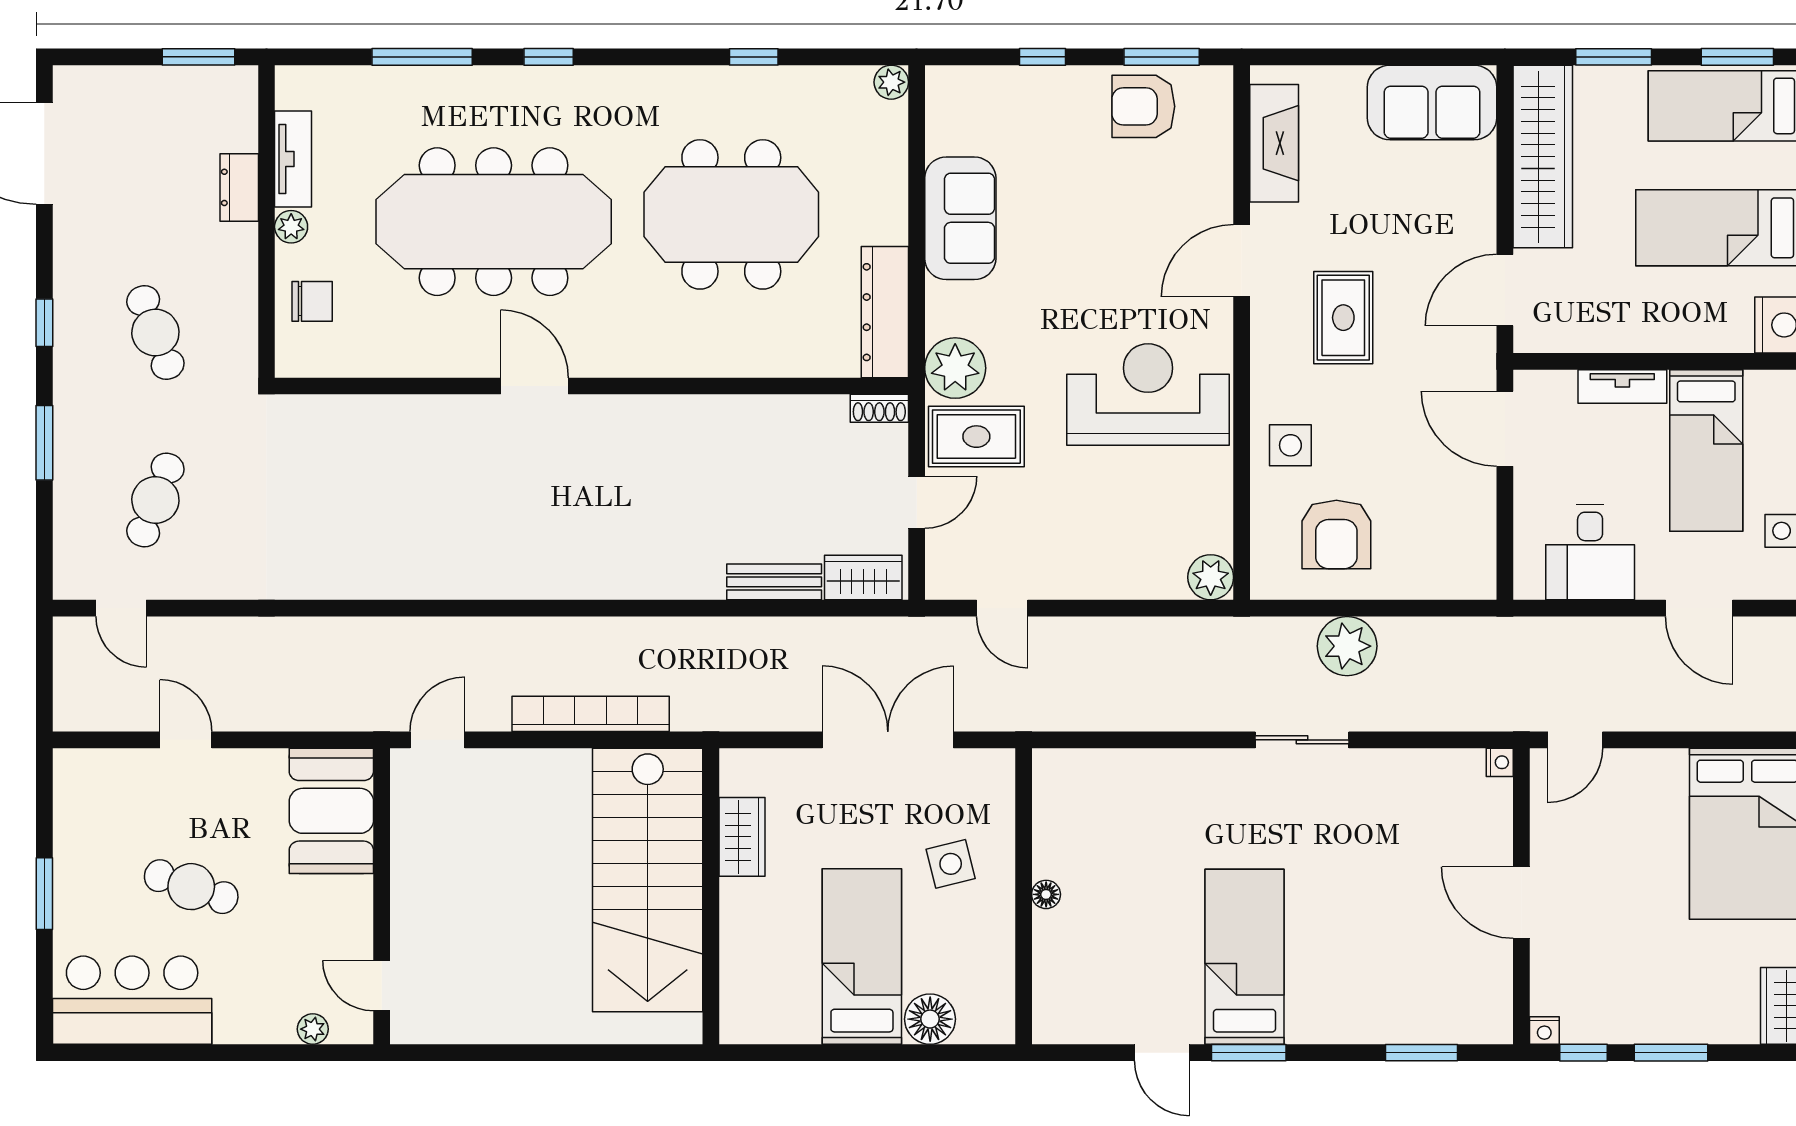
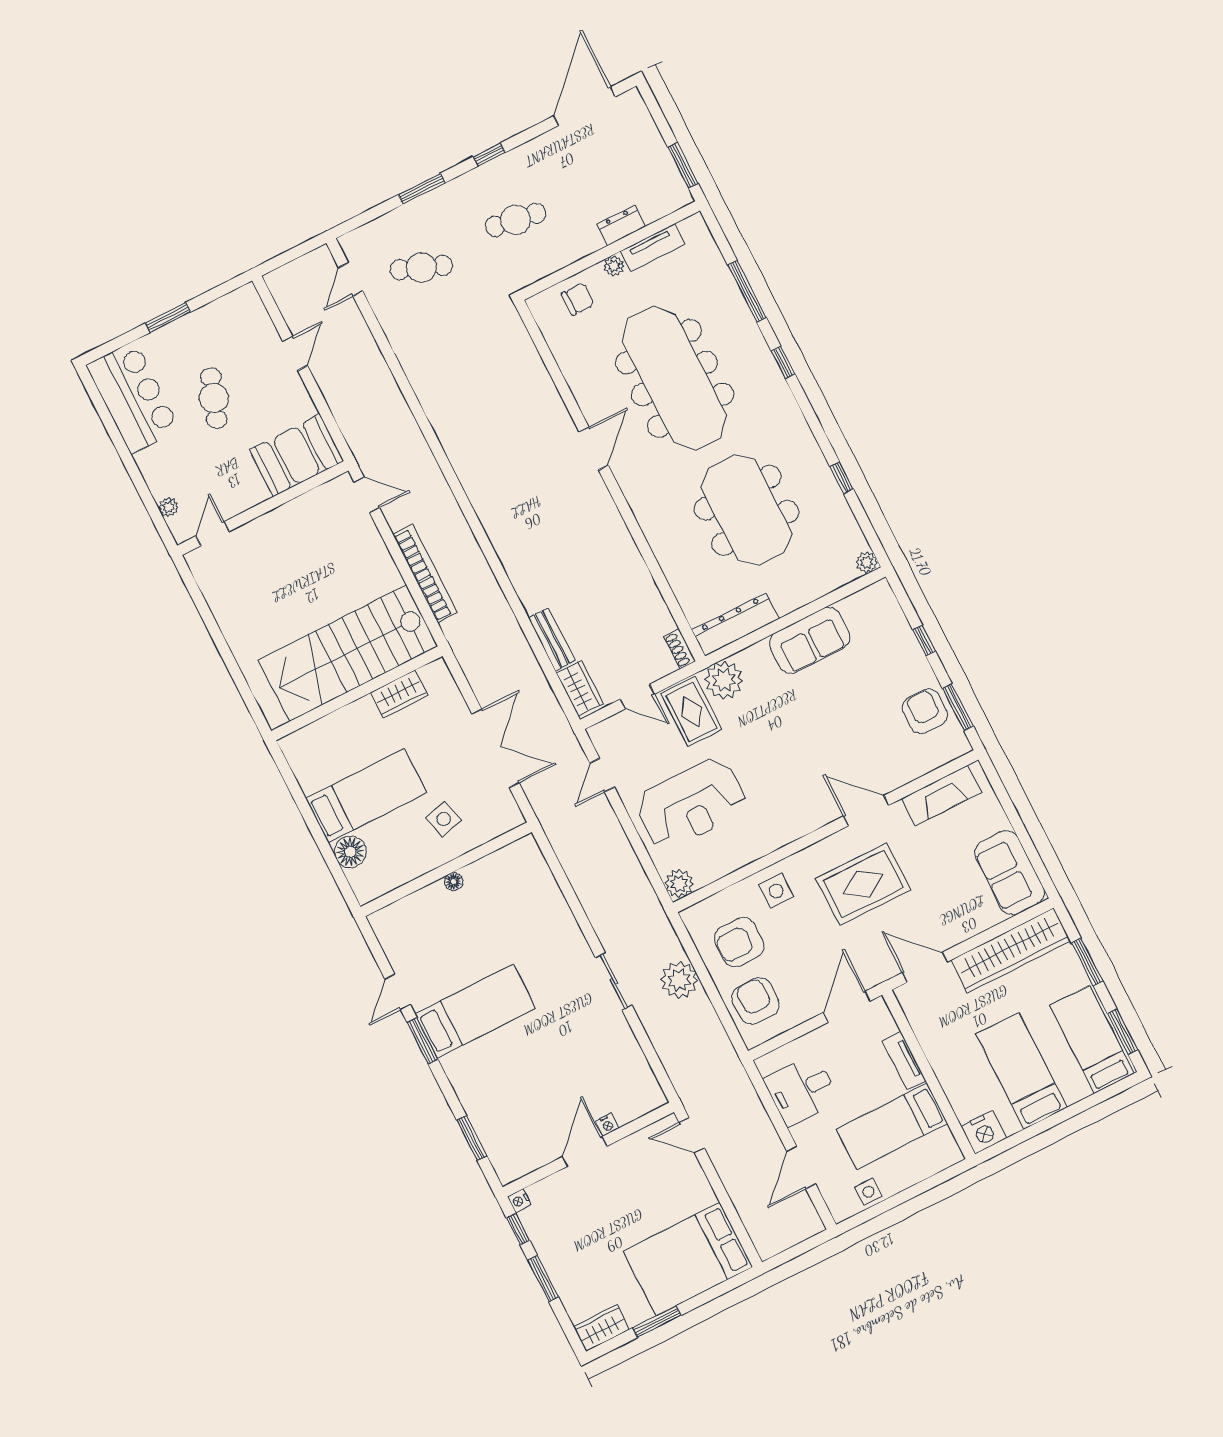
chair: (312, 301) -> (578, 299), turned -90
rug: (1343, 318) -> (863, 884), width x1.36, depth x1.43
cafe table: (155, 333) -> (516, 220), turned 30
reception desk: (1148, 395) -> (691, 804), moved, turned 90
armchair: (1431, 553) -> (756, 1001), added
nightstand: (1500, 762) -> (607, 1125), moved

